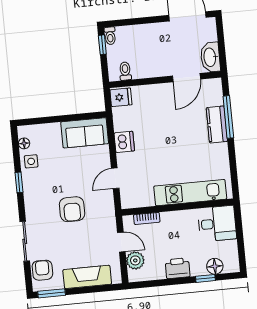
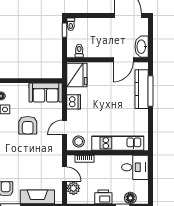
fridge: (121, 97) -> (77, 75), width x1.88, depth x1.34
kitchen counter: (217, 124) -> (142, 89), width x1.50
stool: (136, 196) -> (79, 141), added
armchair: (72, 209) -> (28, 125), moved

